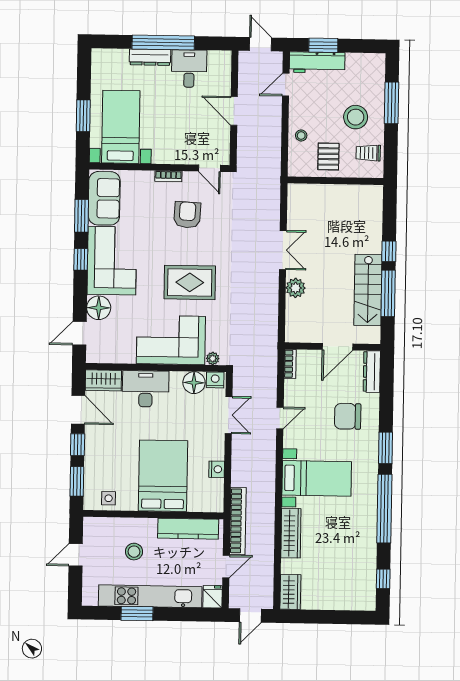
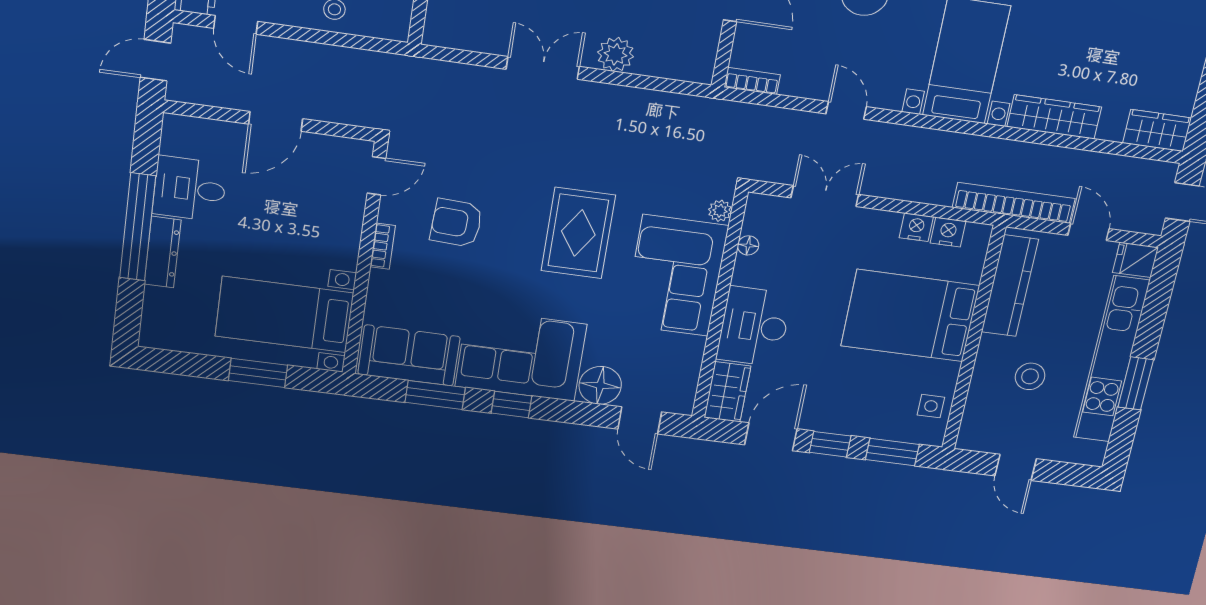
nightstand: (215, 380) -> (948, 232), moved, turned 90
floor lamp: (194, 383) -> (748, 245), width x0.53, depth x0.53

